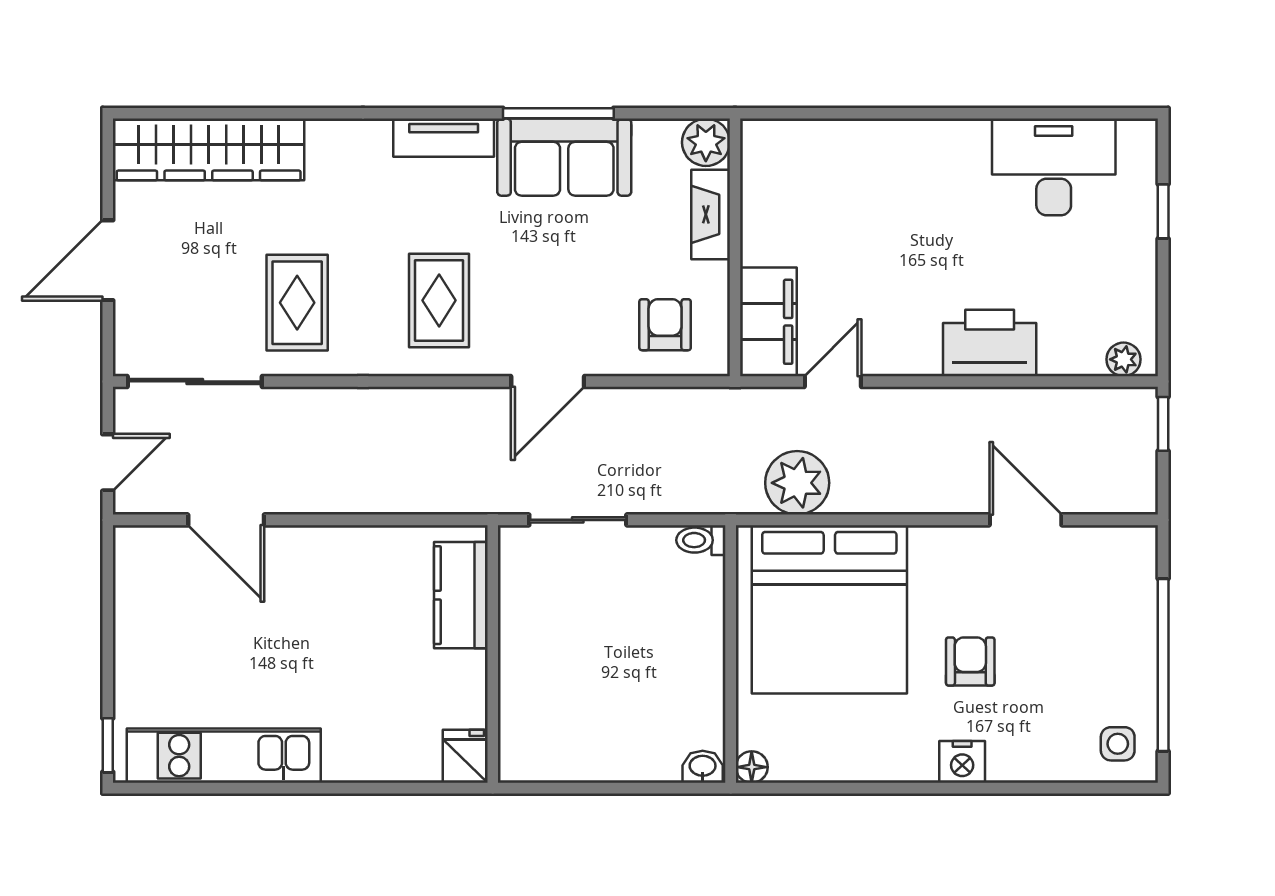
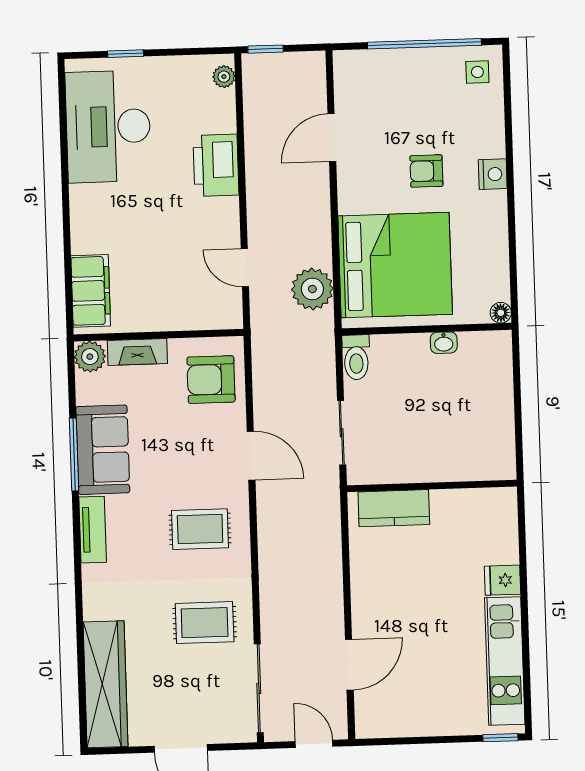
desk: (1054, 167) -> (108, 126), width x1.36, depth x1.30
filing cabinet: (768, 322) -> (91, 291), moved, turned 90
armchair: (665, 325) -> (211, 380), width x1.38, depth x1.38
toilet: (701, 540) -> (356, 357), width x1.37, depth x1.39
fridge: (465, 756) -> (503, 580), moved
washbasin: (703, 767) -> (444, 343), moved, turned -90

